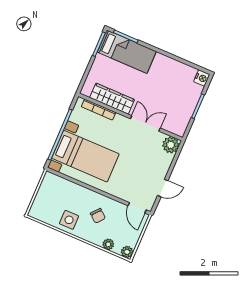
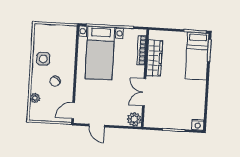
double door: (145, 123) -> (144, 92), swing flipped
plant: (127, 252) -> (34, 115), removed

